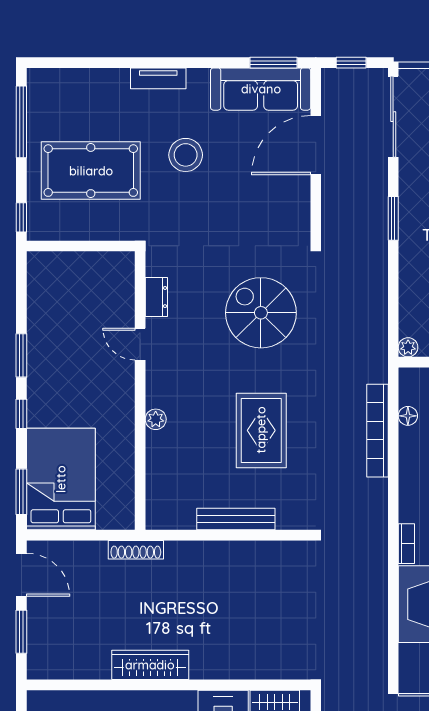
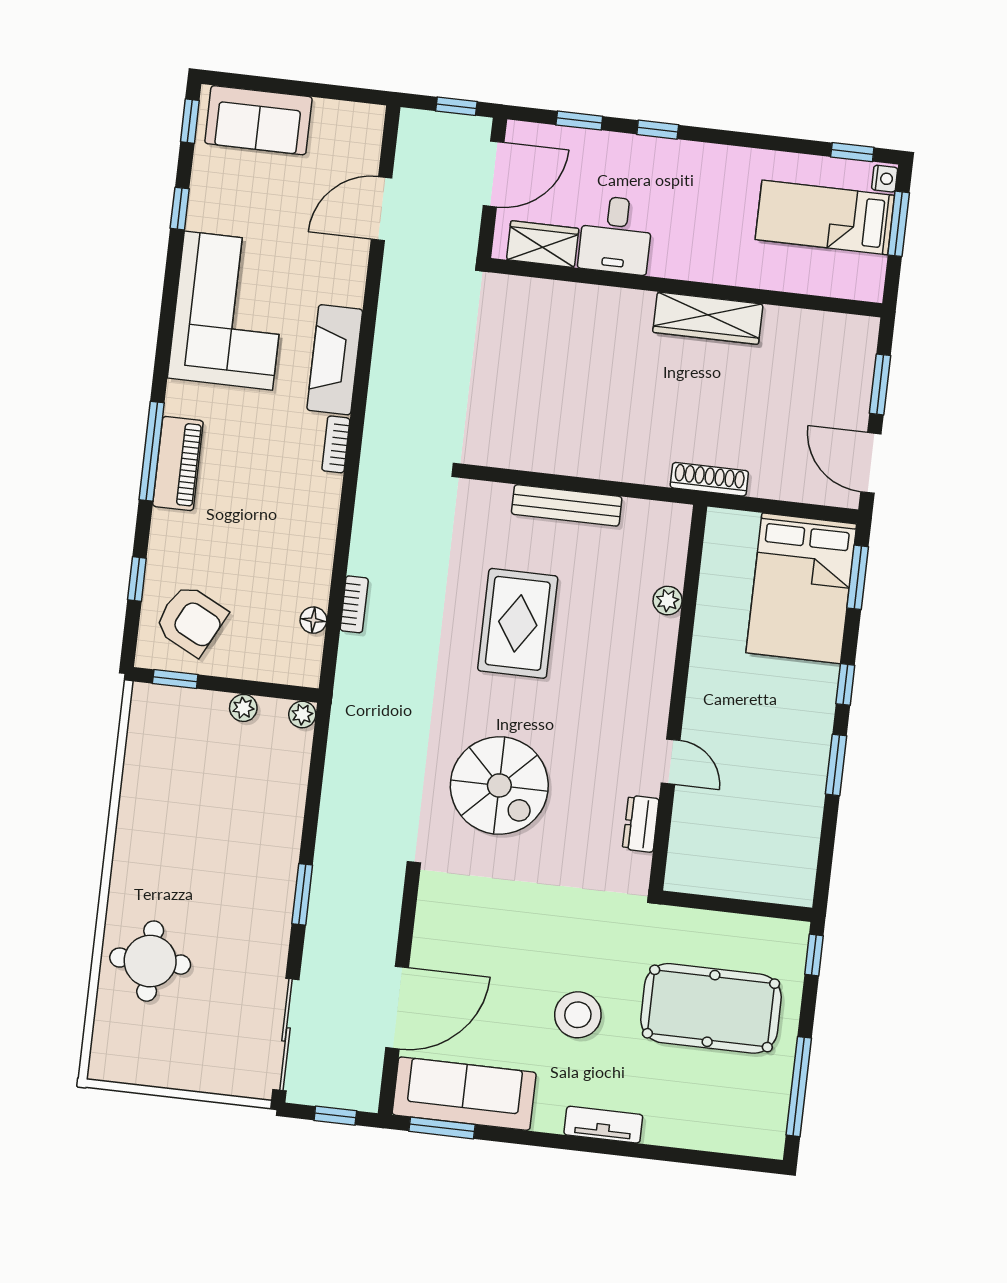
plant: (156, 419) -> (668, 601), moved
bookcase: (377, 431) -> (354, 604), width x0.43, depth x0.76

